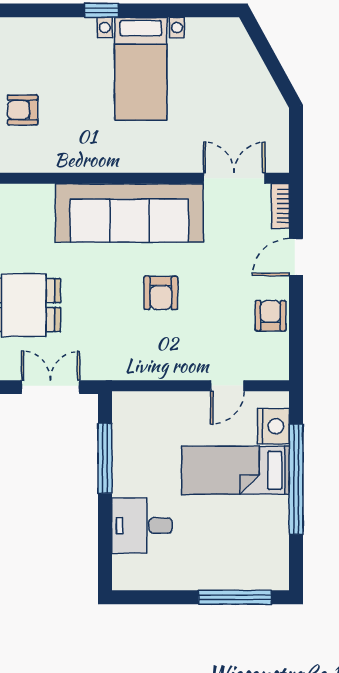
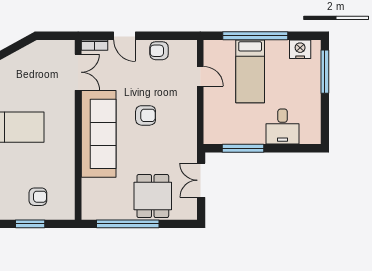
armchair: (23, 110) -> (38, 197), turned -90
double door: (234, 178) -> (78, 72), swing flipped
nightstand: (273, 426) -> (300, 49), moved

